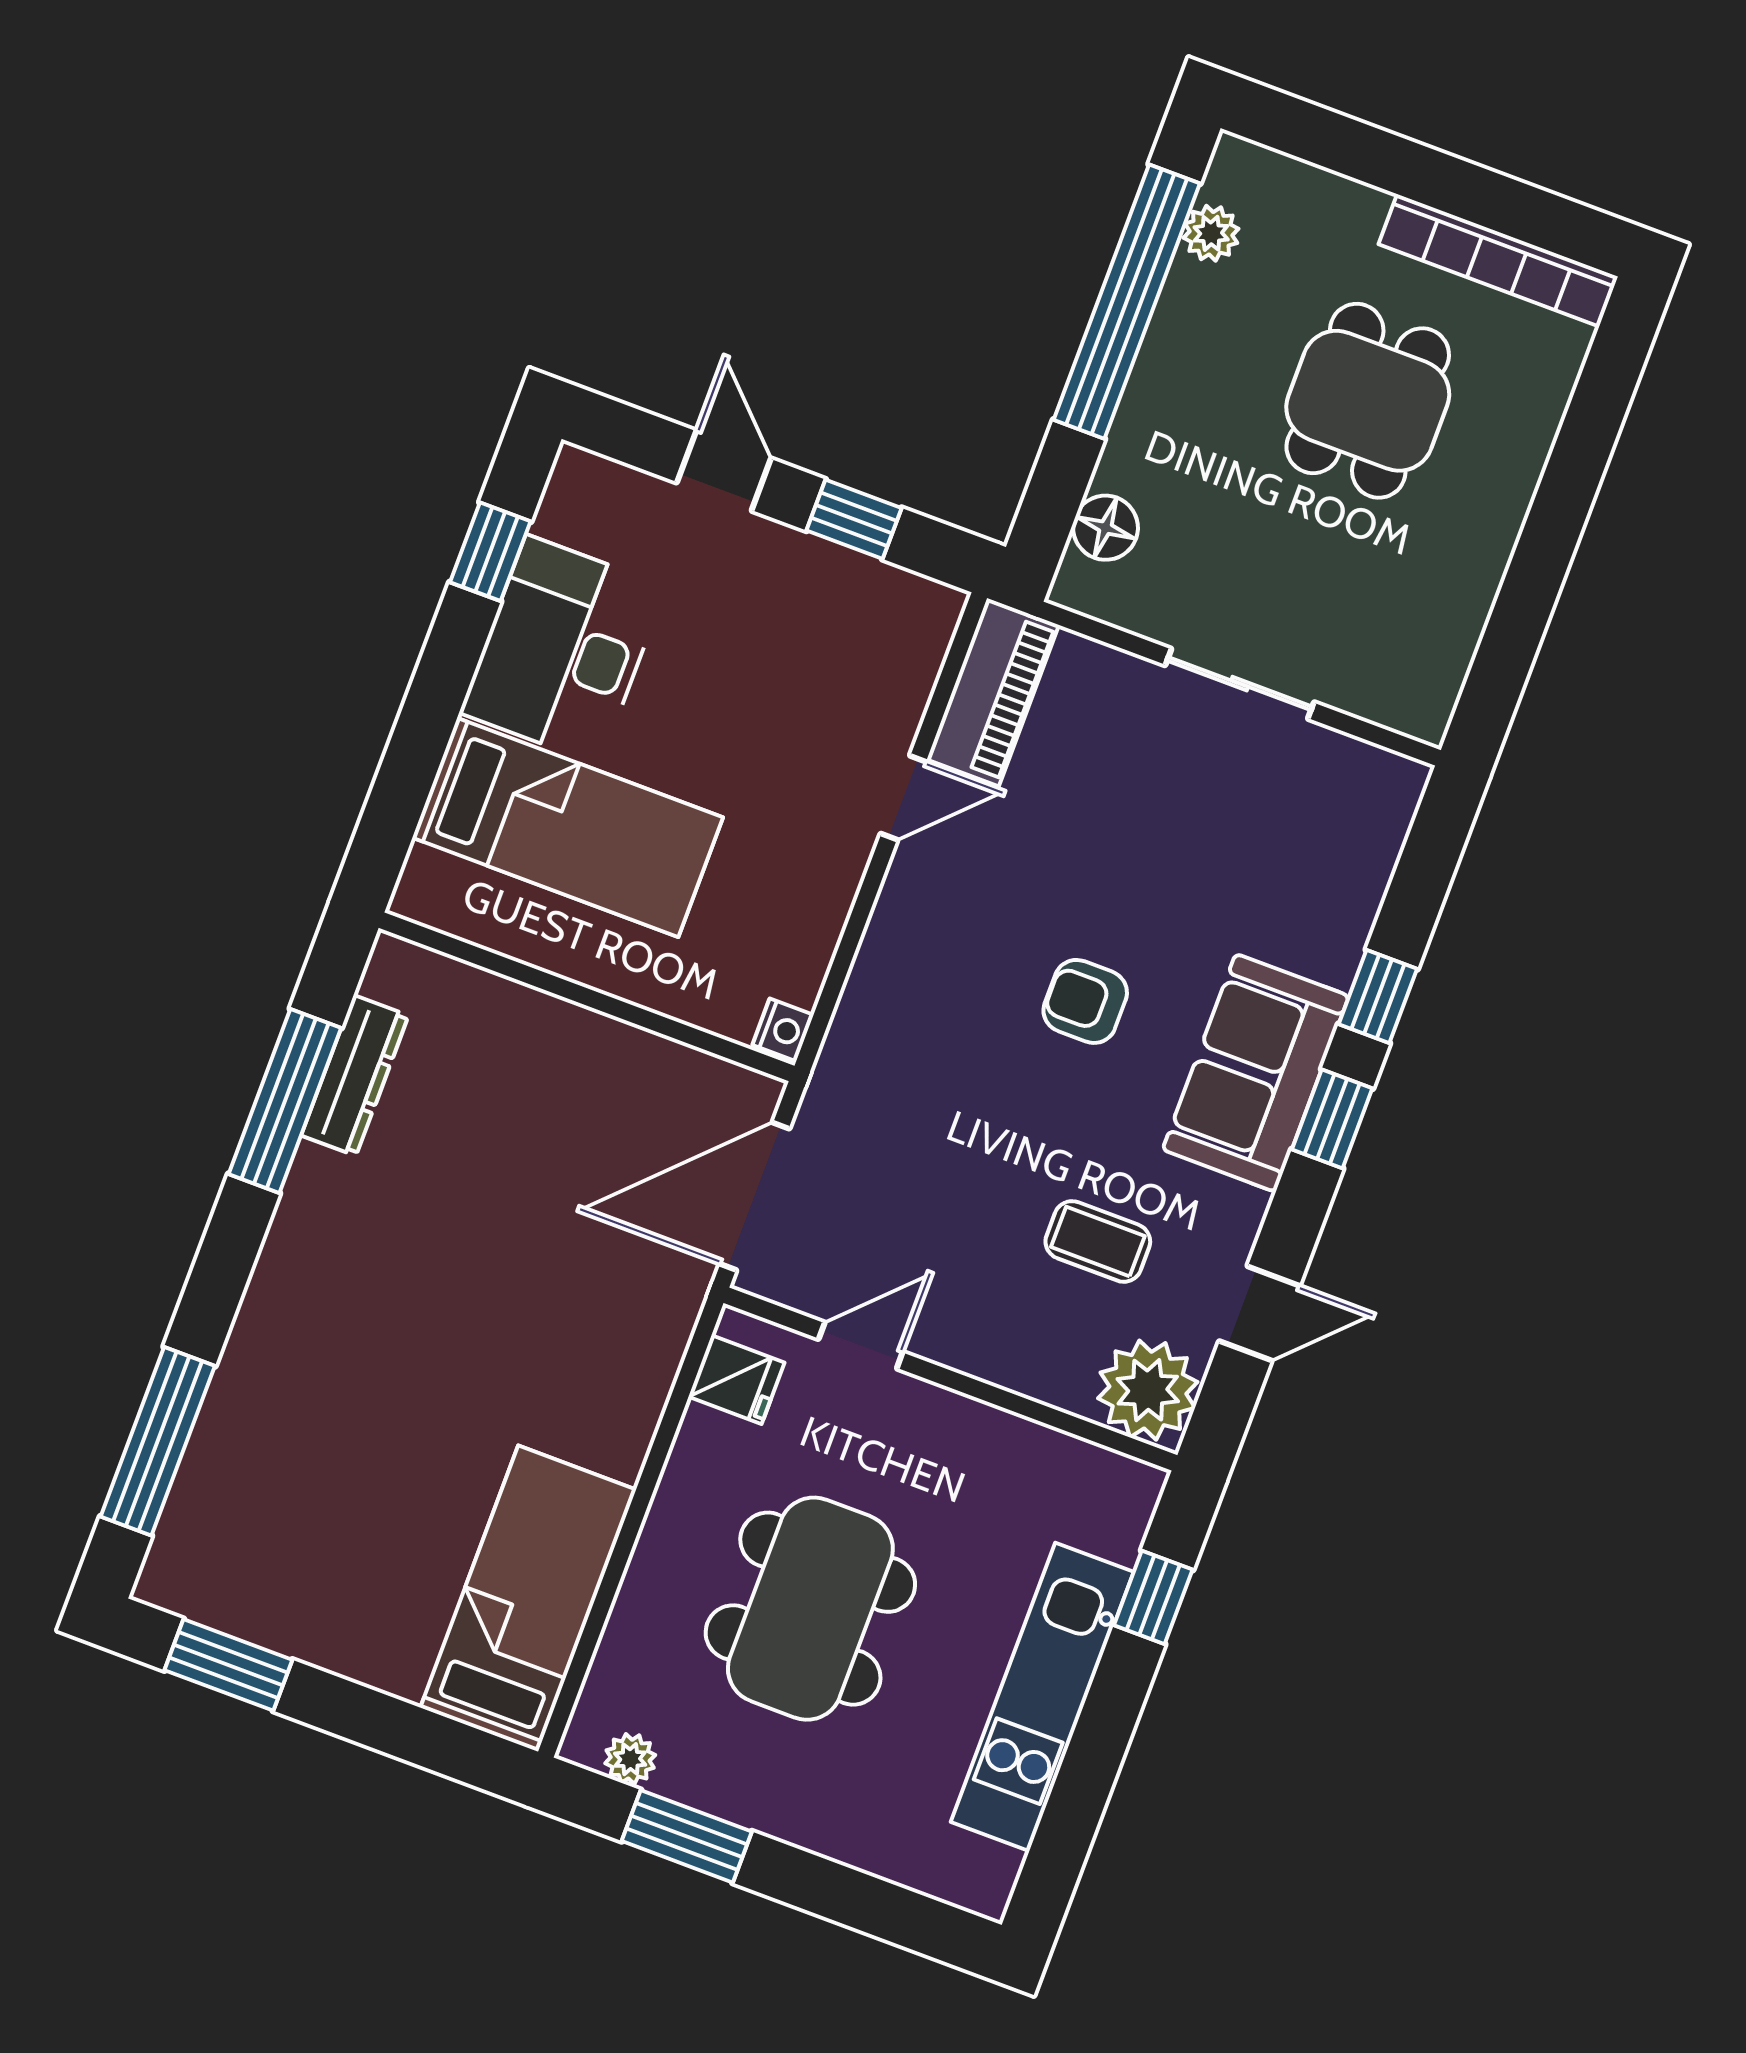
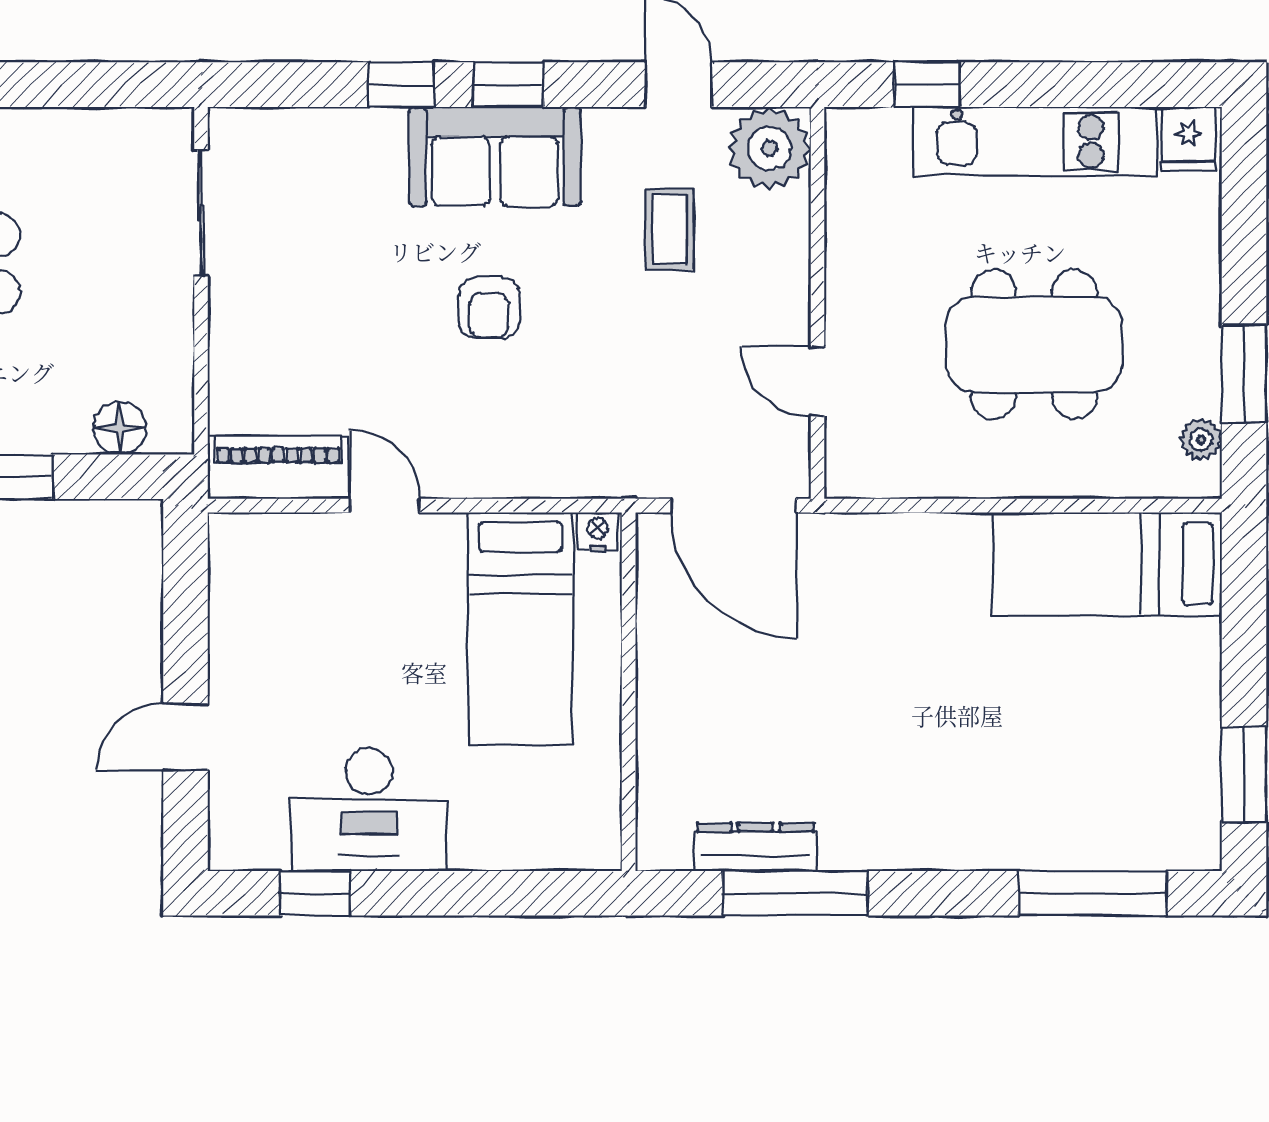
window: (854, 519) -> (185, 624), removed
sliding door: (1240, 684) -> (201, 213), moved
bed: (568, 828) -> (520, 629), moved, turned 180
fridge: (736, 1380) -> (1188, 139), moved, turned 180

